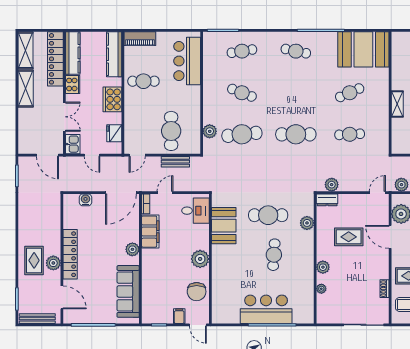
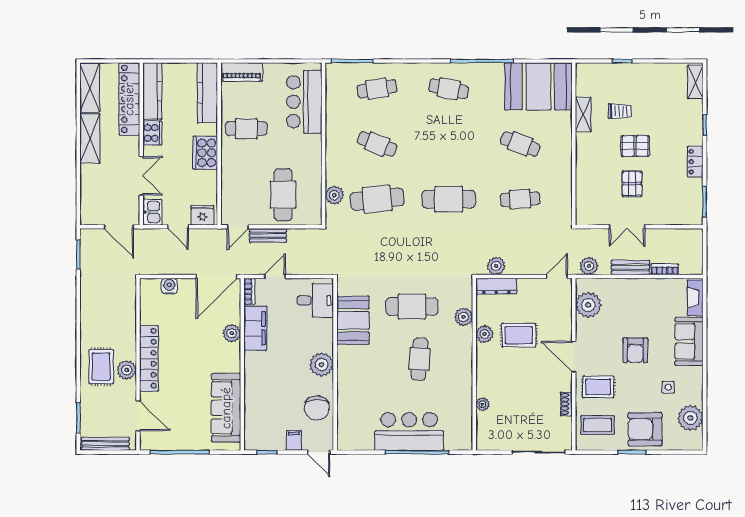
cafe table: (350, 93) -> (520, 144), turned 45
shelving: (397, 104) -> (583, 114), moved
fridge: (114, 133) -> (202, 215), moved, turned 90
bench: (175, 162) -> (268, 236), moved
dresser: (327, 200) -> (496, 286), width x1.44
door: (390, 237) -> (574, 357), moved
plant: (132, 249) -> (232, 333), moved
plant: (323, 267) -> (485, 334), moved

